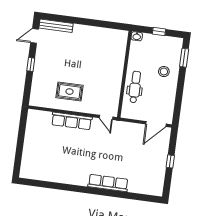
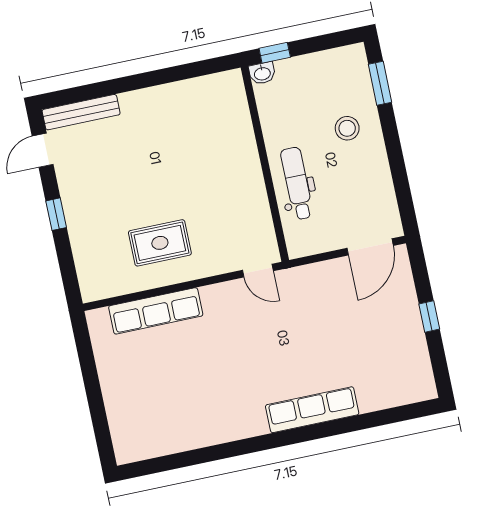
window: (159, 31) -> (275, 53), moved
row of seats: (72, 121) -> (156, 311), moved

